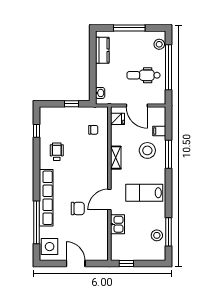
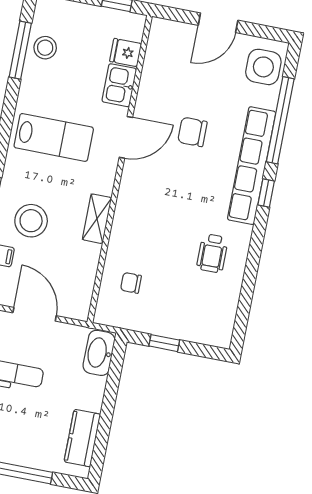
washbasin: (100, 93) -> (99, 353), width x1.91, depth x1.45
fridge: (117, 119) -> (126, 53), moved
window: (36, 131) -> (266, 193), moved
door: (76, 264) -> (218, 23), hinge flipped

